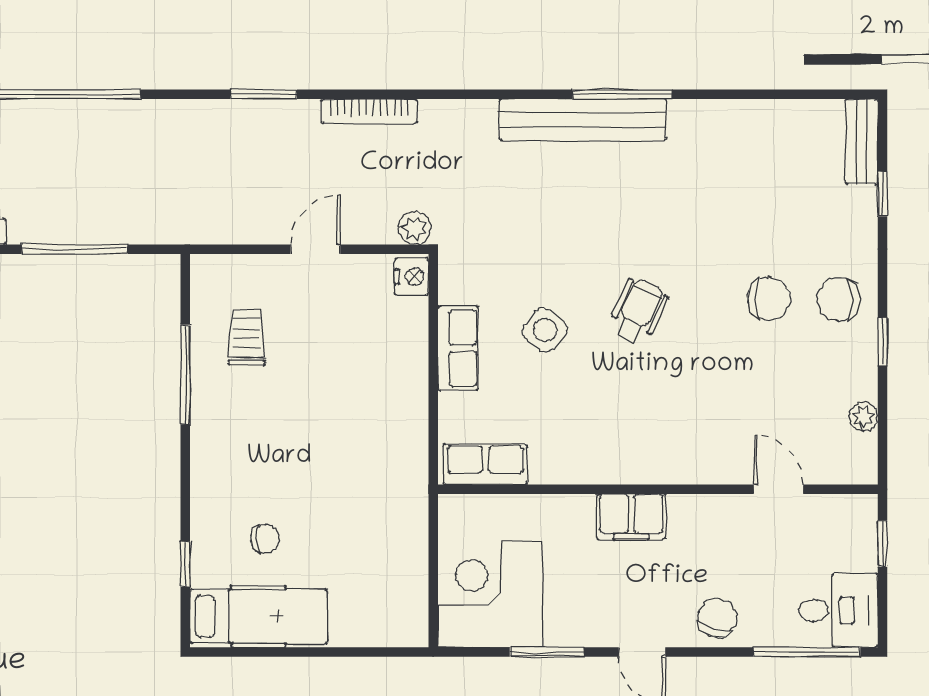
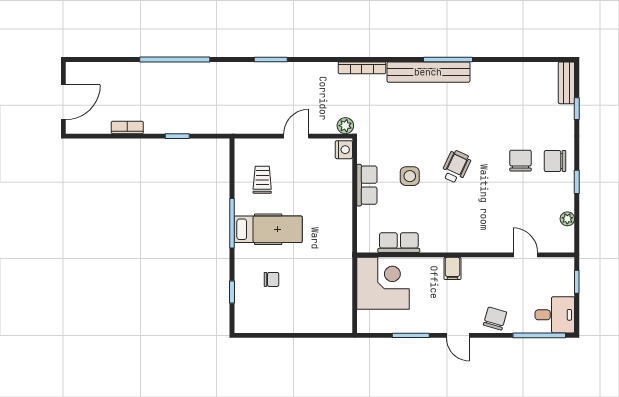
bookcase: (369, 111) -> (362, 68), moved
window: (75, 249) -> (177, 136), width x0.46
chair: (769, 299) -> (520, 161), turned -90
side table: (545, 330) -> (410, 176), turned -38
window: (185, 375) -> (232, 223), moved
row of seats: (485, 464) -> (399, 243), moved
filing cabinet: (631, 517) -> (452, 268), width x0.50
corner desk: (491, 594) -> (383, 283), moved, turned 90
hospital bed: (259, 616) -> (268, 229), moved

